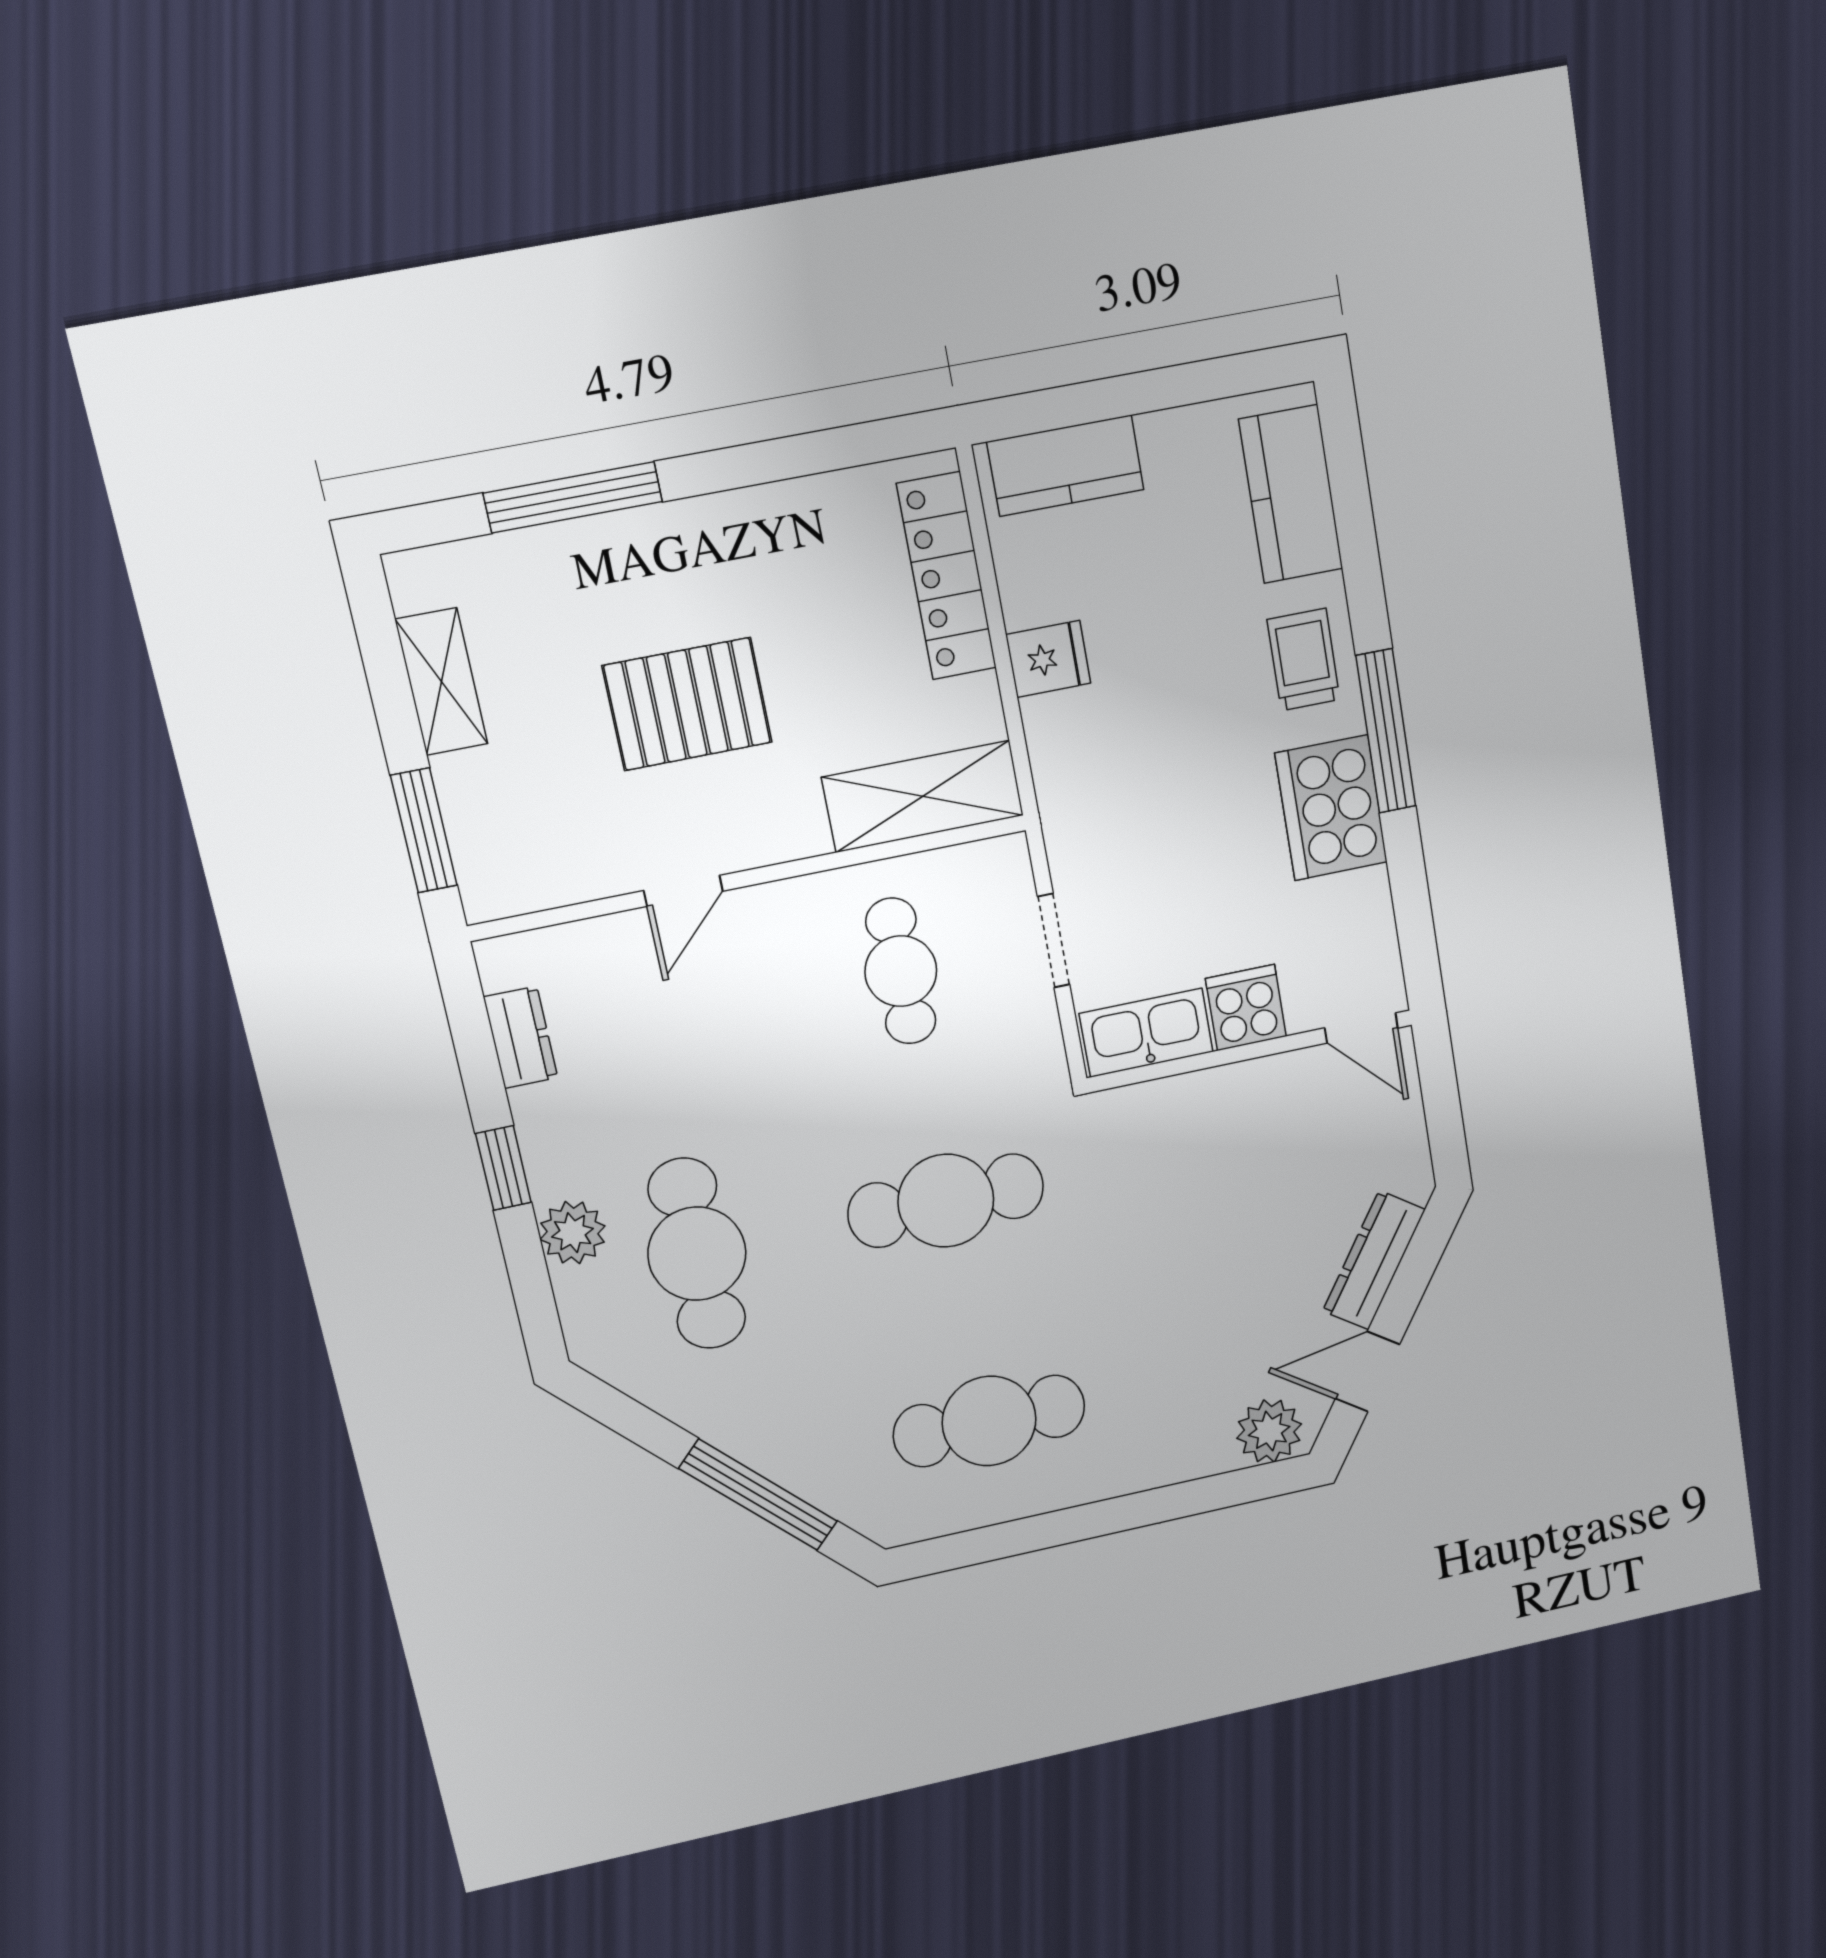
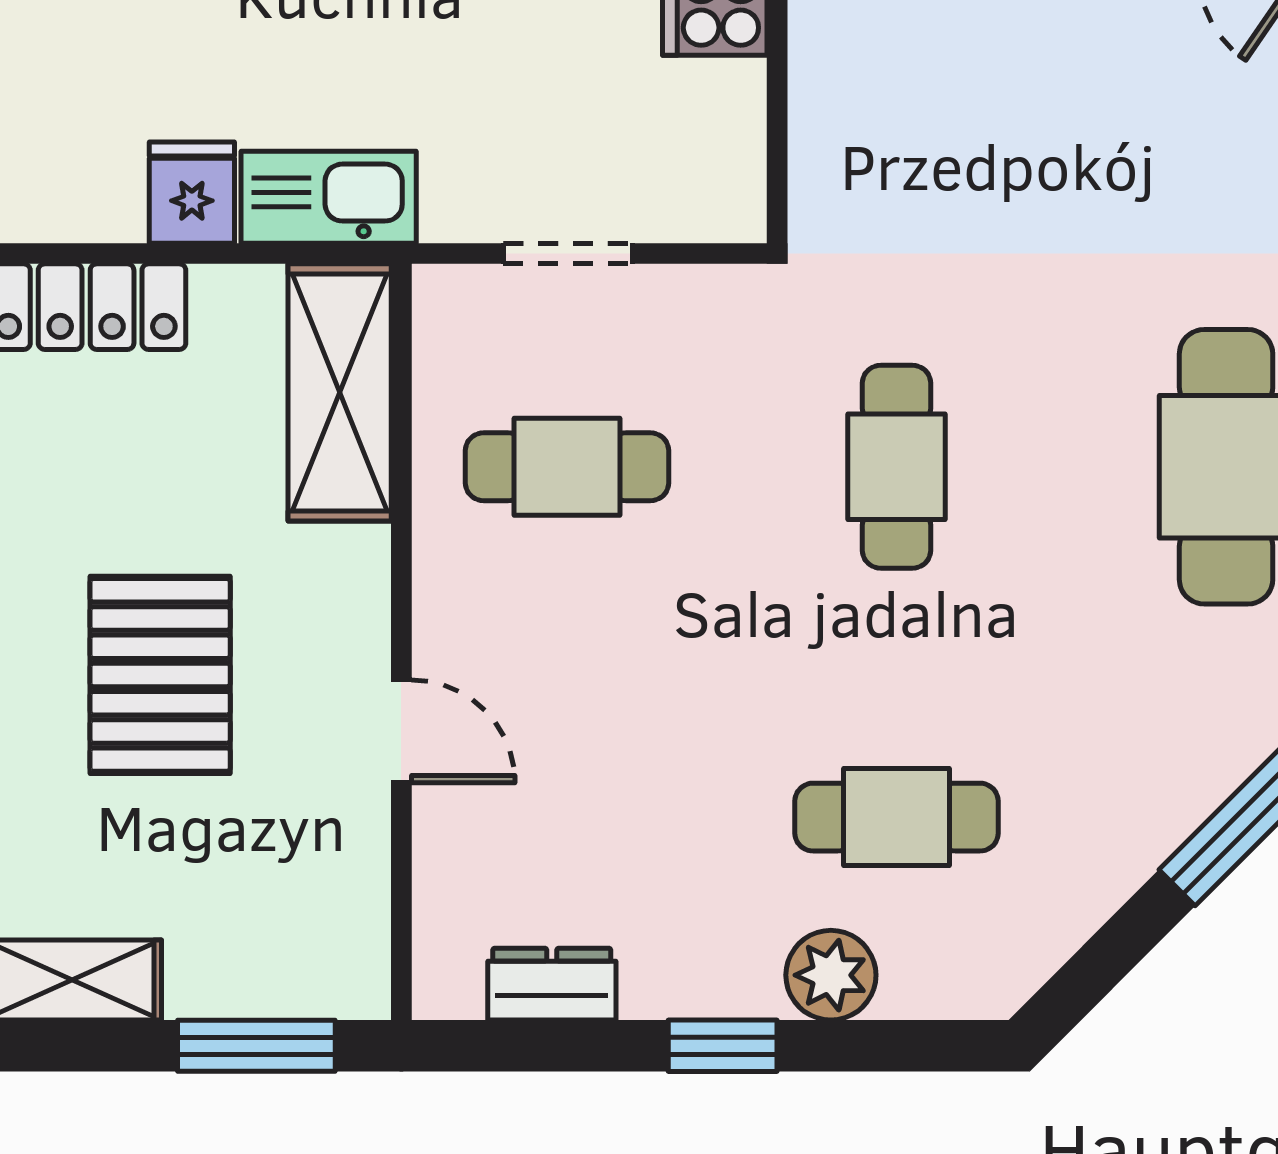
kitchen sink: (1146, 1033) -> (329, 197), moved, turned 90
cafe table: (946, 1201) -> (897, 467), width x0.73, depth x0.74
cafe table: (697, 1254) -> (897, 817), width x0.73, depth x0.74

